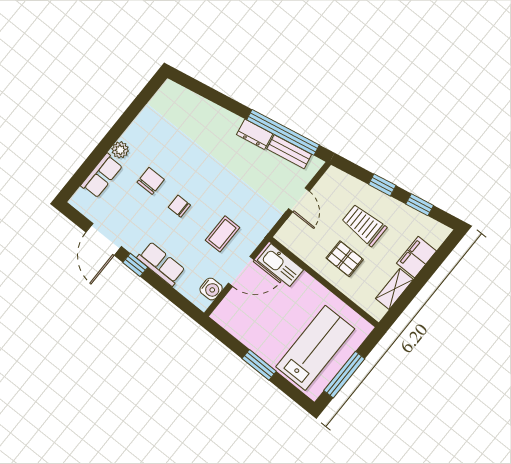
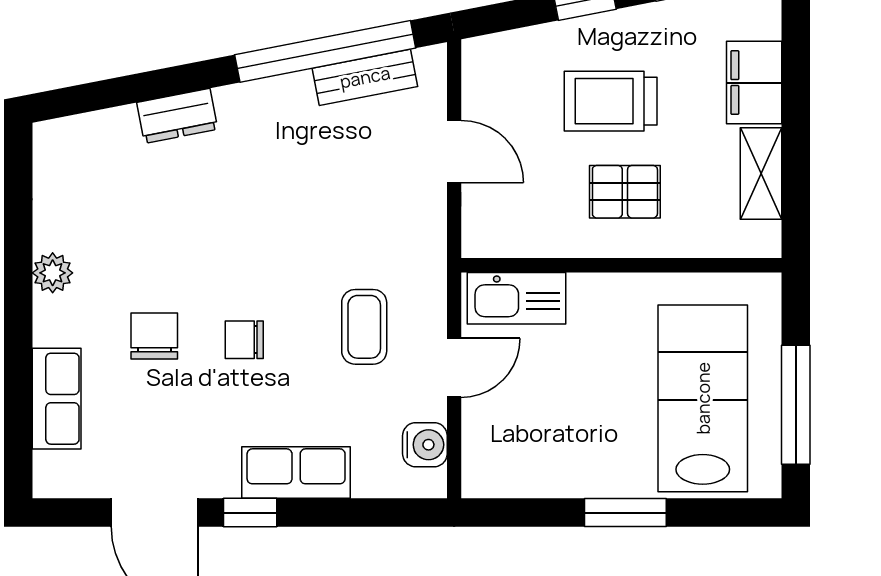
dresser: (255, 134) -> (177, 116), moved
plant: (120, 150) -> (53, 273), moved
door: (241, 271) -> (454, 368), width x0.73

